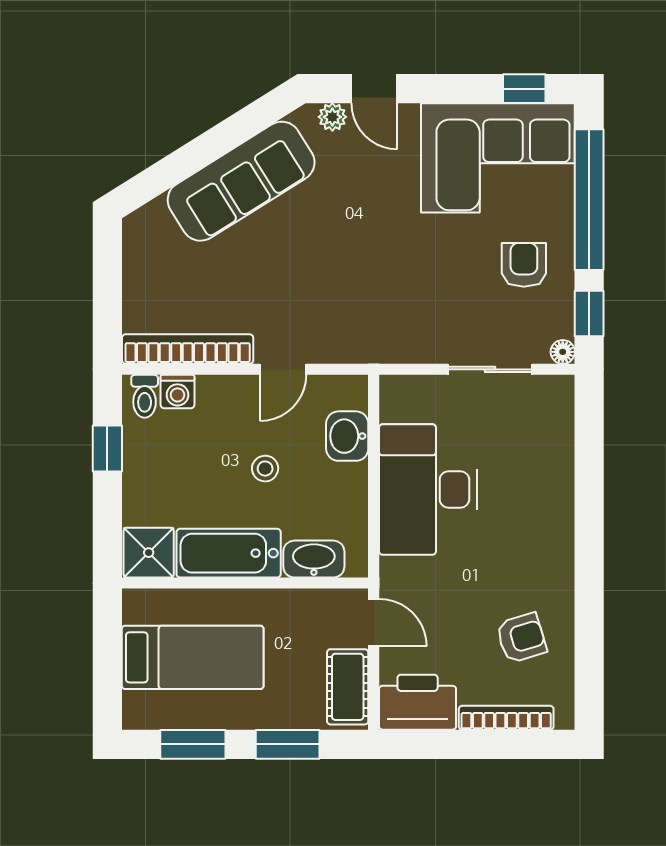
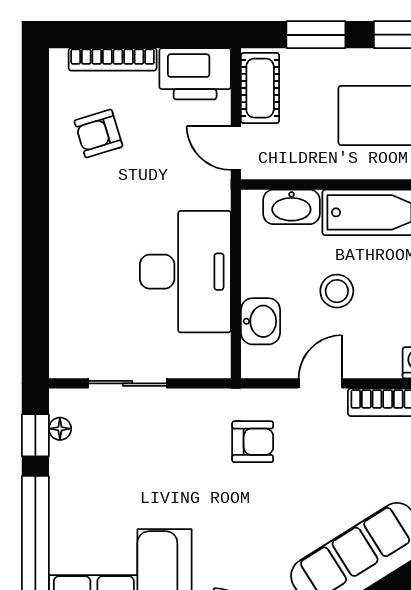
armchair: (524, 265) -> (253, 442), moved, turned -90
floor lamp: (563, 352) -> (60, 429), moved
stool: (265, 469) -> (337, 291), width x1.37, depth x1.37

